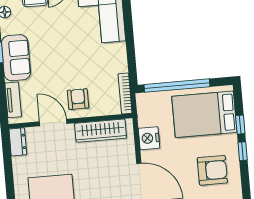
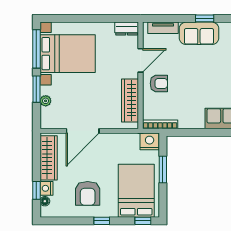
window: (177, 86) -> (163, 169), width x0.47
window: (240, 125) -> (143, 221), moved
nightstand: (149, 138) -> (150, 141), moved

